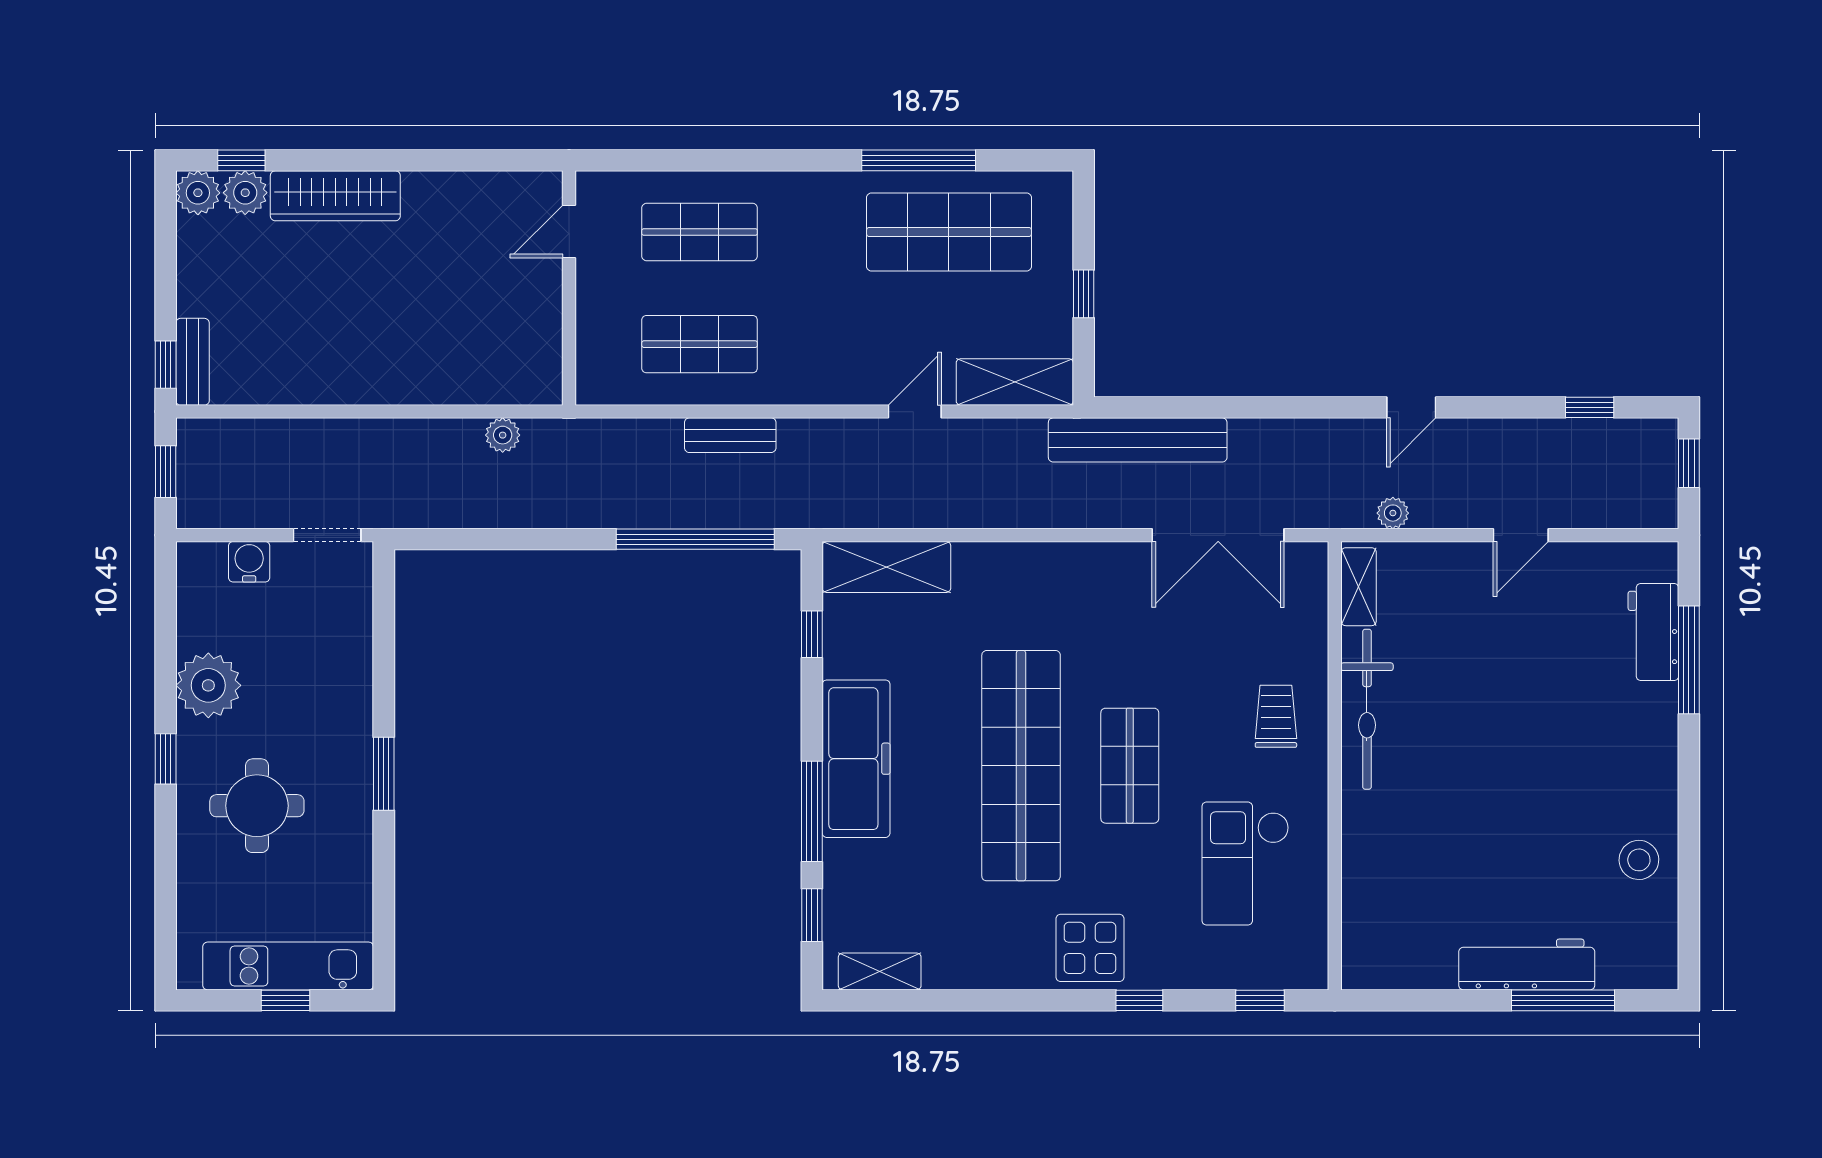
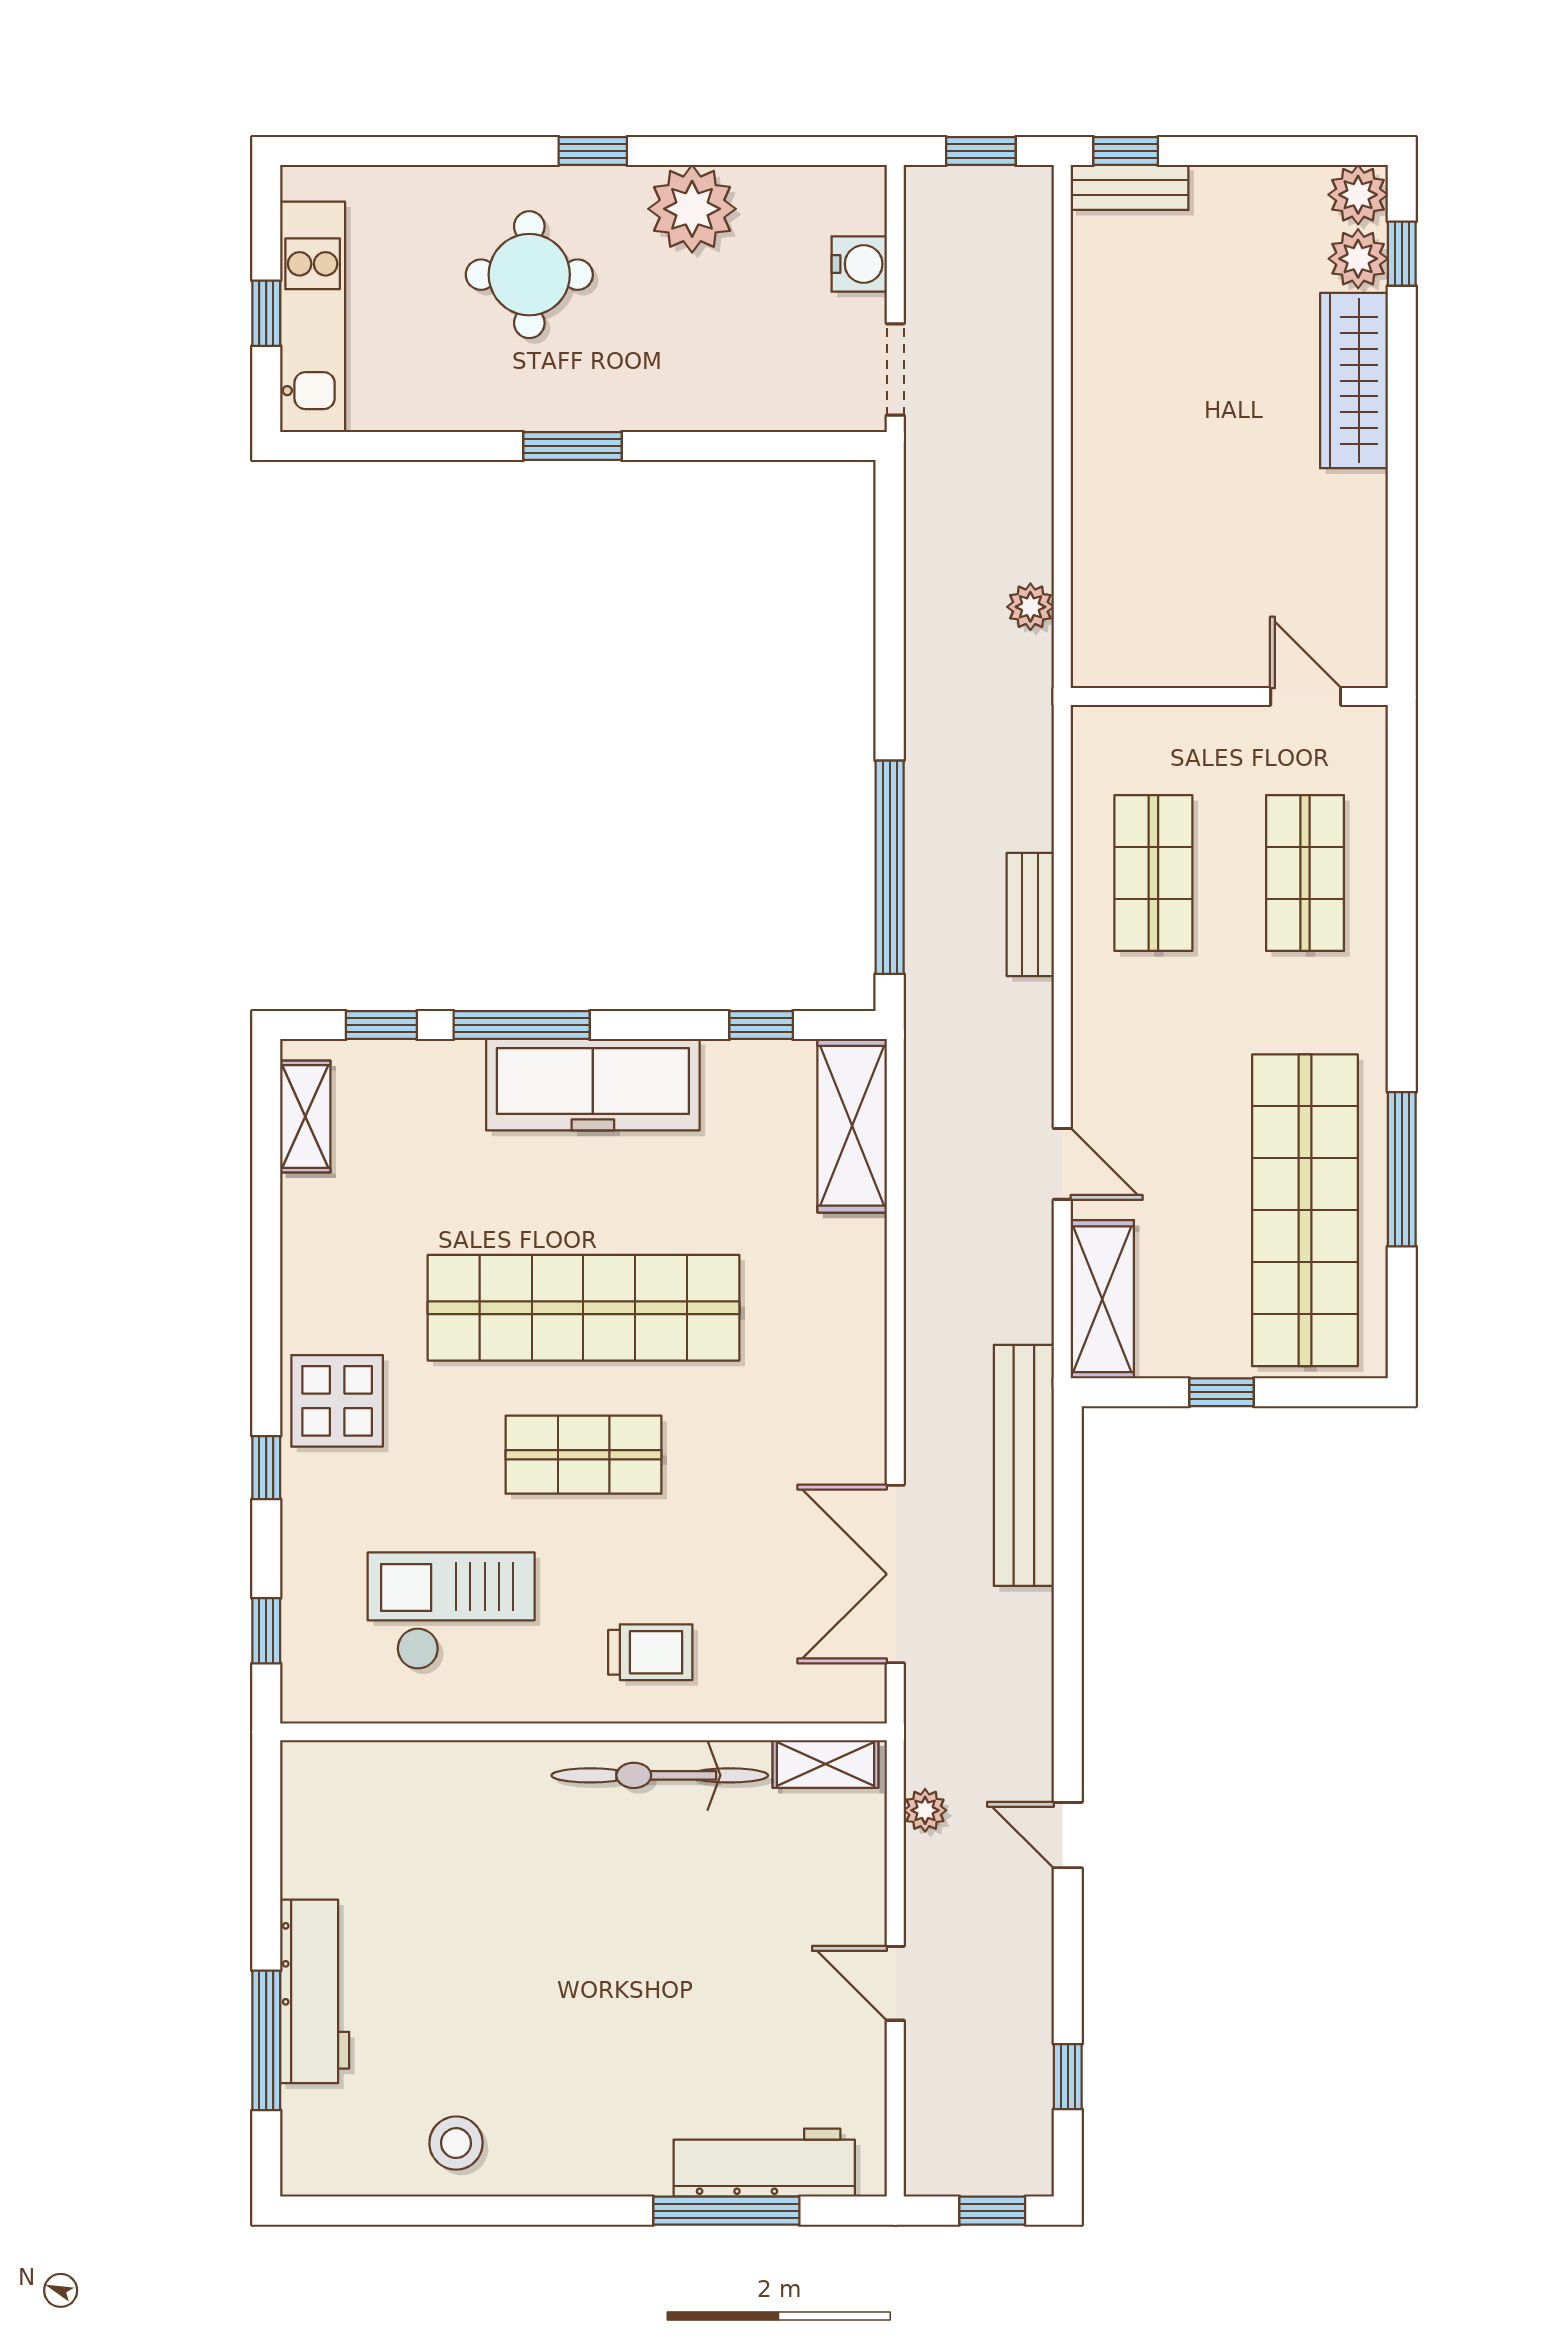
shop shelf: (949, 232) -> (1305, 1210), width x1.40
workbench: (1653, 632) -> (764, 2163), width x1.38

